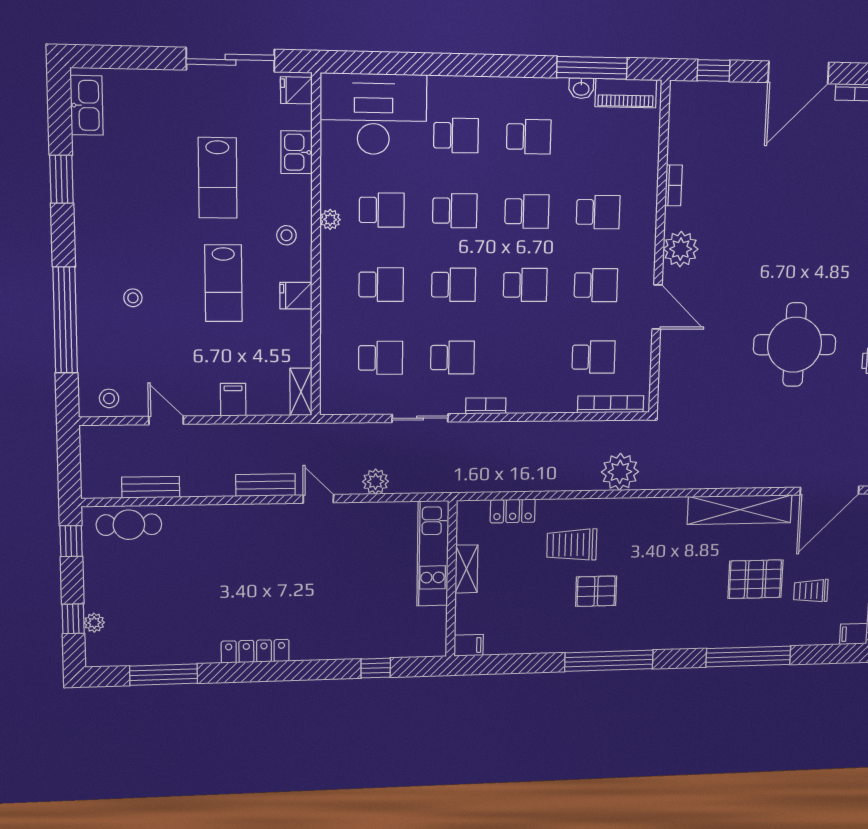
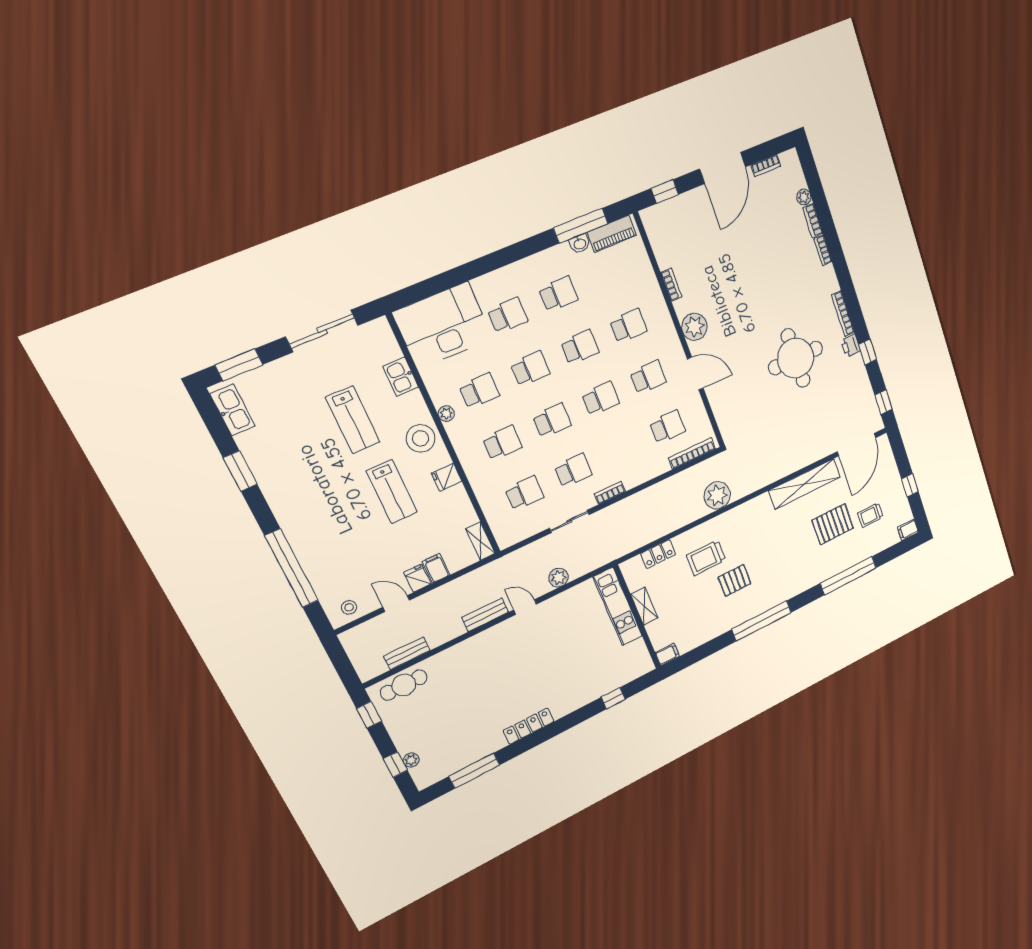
window: (118, 57) -> (239, 365), added
fridge: (296, 90) -> (417, 578), moved, turned 90
stool: (286, 235) -> (421, 438), width x1.89, depth x1.89
stool: (133, 298) -> (332, 531), removed

